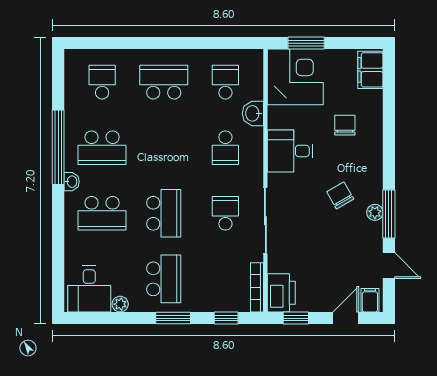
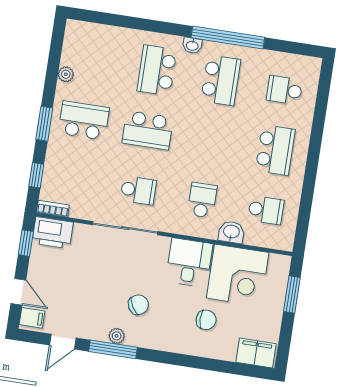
corner desk: (295, 77) -> (238, 275), moved
school desk: (102, 82) -> (284, 90), turned 180
school desk: (102, 148) -> (221, 80), turned 180
school desk: (225, 148) -> (202, 200), turned 90
school desk: (164, 279) -> (84, 120), turned 180
bookcase: (257, 287) -> (53, 209), width x0.64
desk: (89, 289) -> (85, 46), removed

